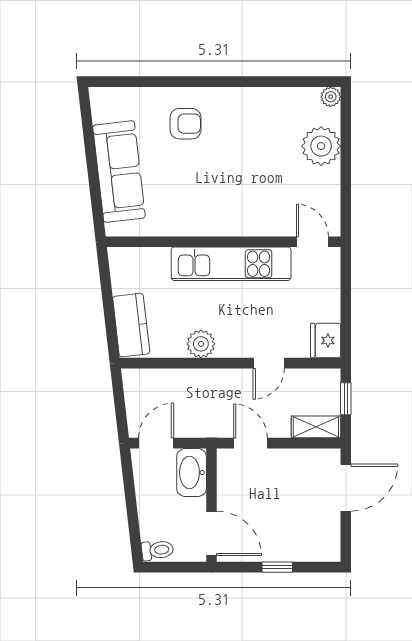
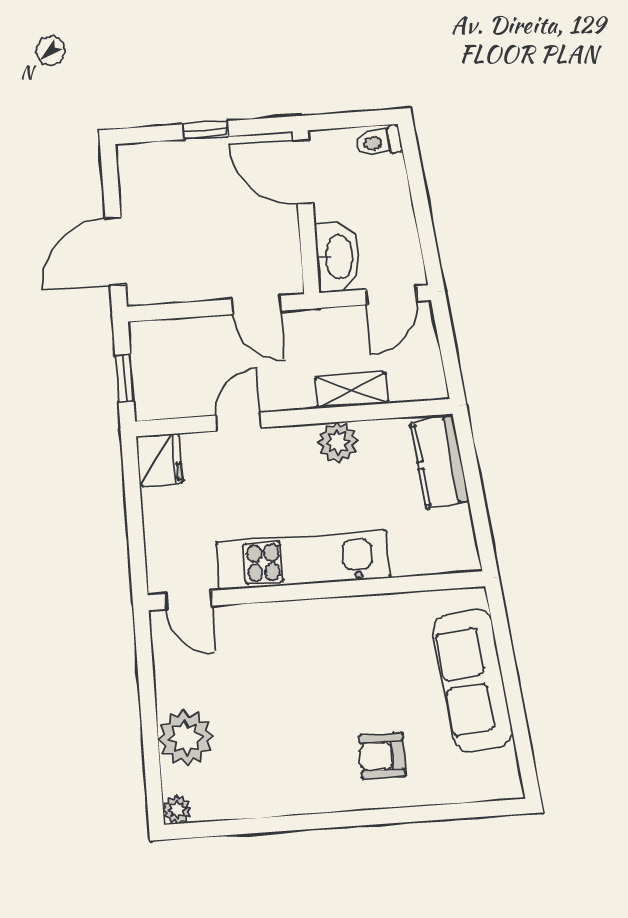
shelving: (316, 427) -> (352, 390), moved

